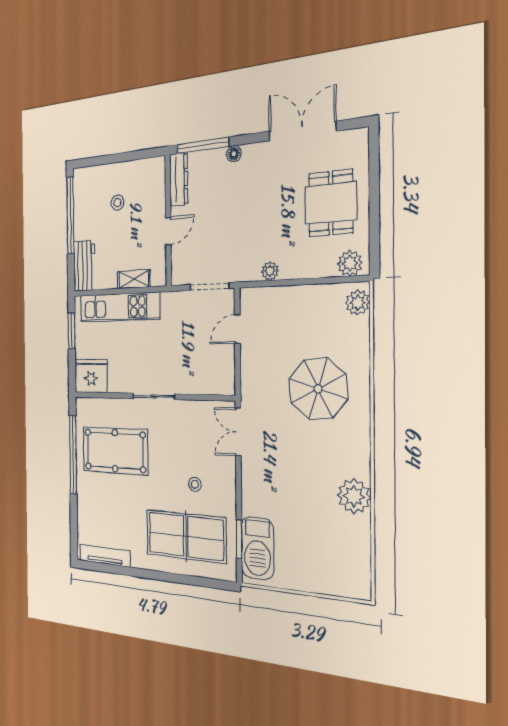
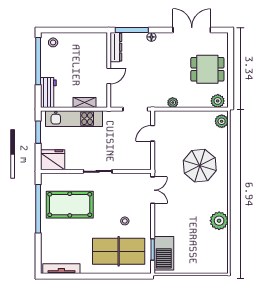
stool: (118, 203) -> (53, 42), moved
dining table: (331, 203) -> (207, 69), turned 90
double door: (238, 432) -> (153, 190), swing flipped

